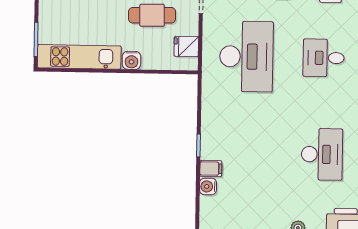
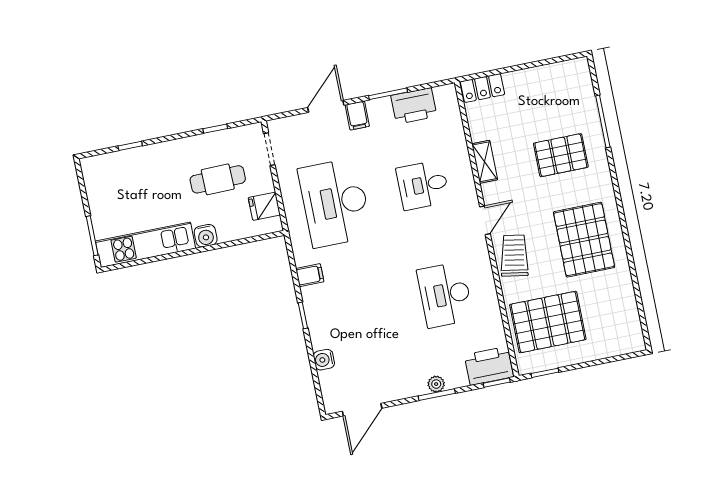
desk: (246, 57) -> (335, 203), turned 180
desk: (322, 154) -> (445, 295), turned 180
filing cabinet: (211, 169) -> (310, 275), moved

